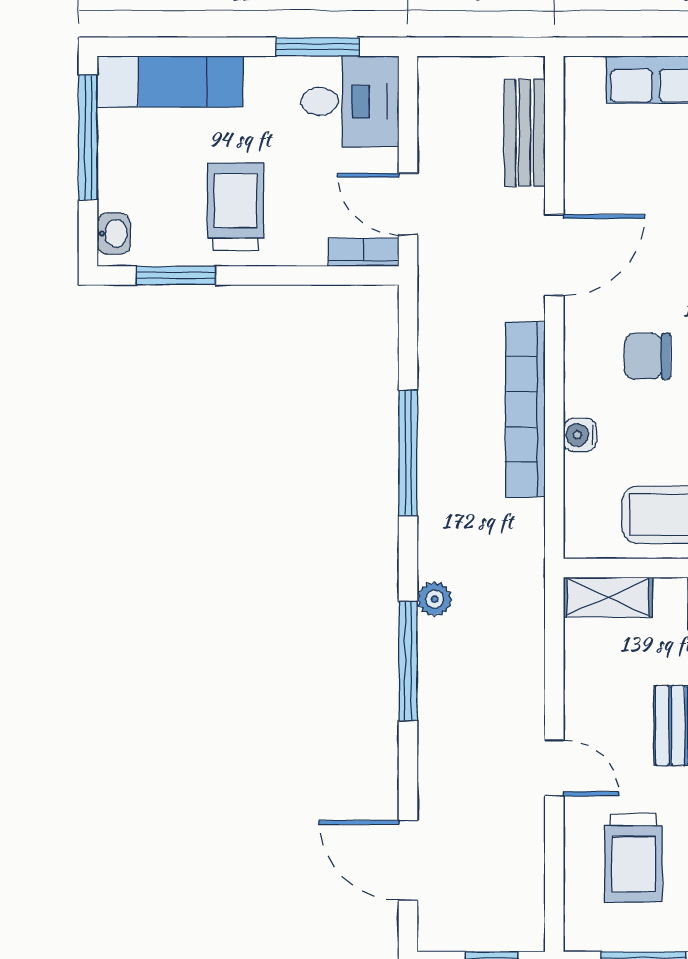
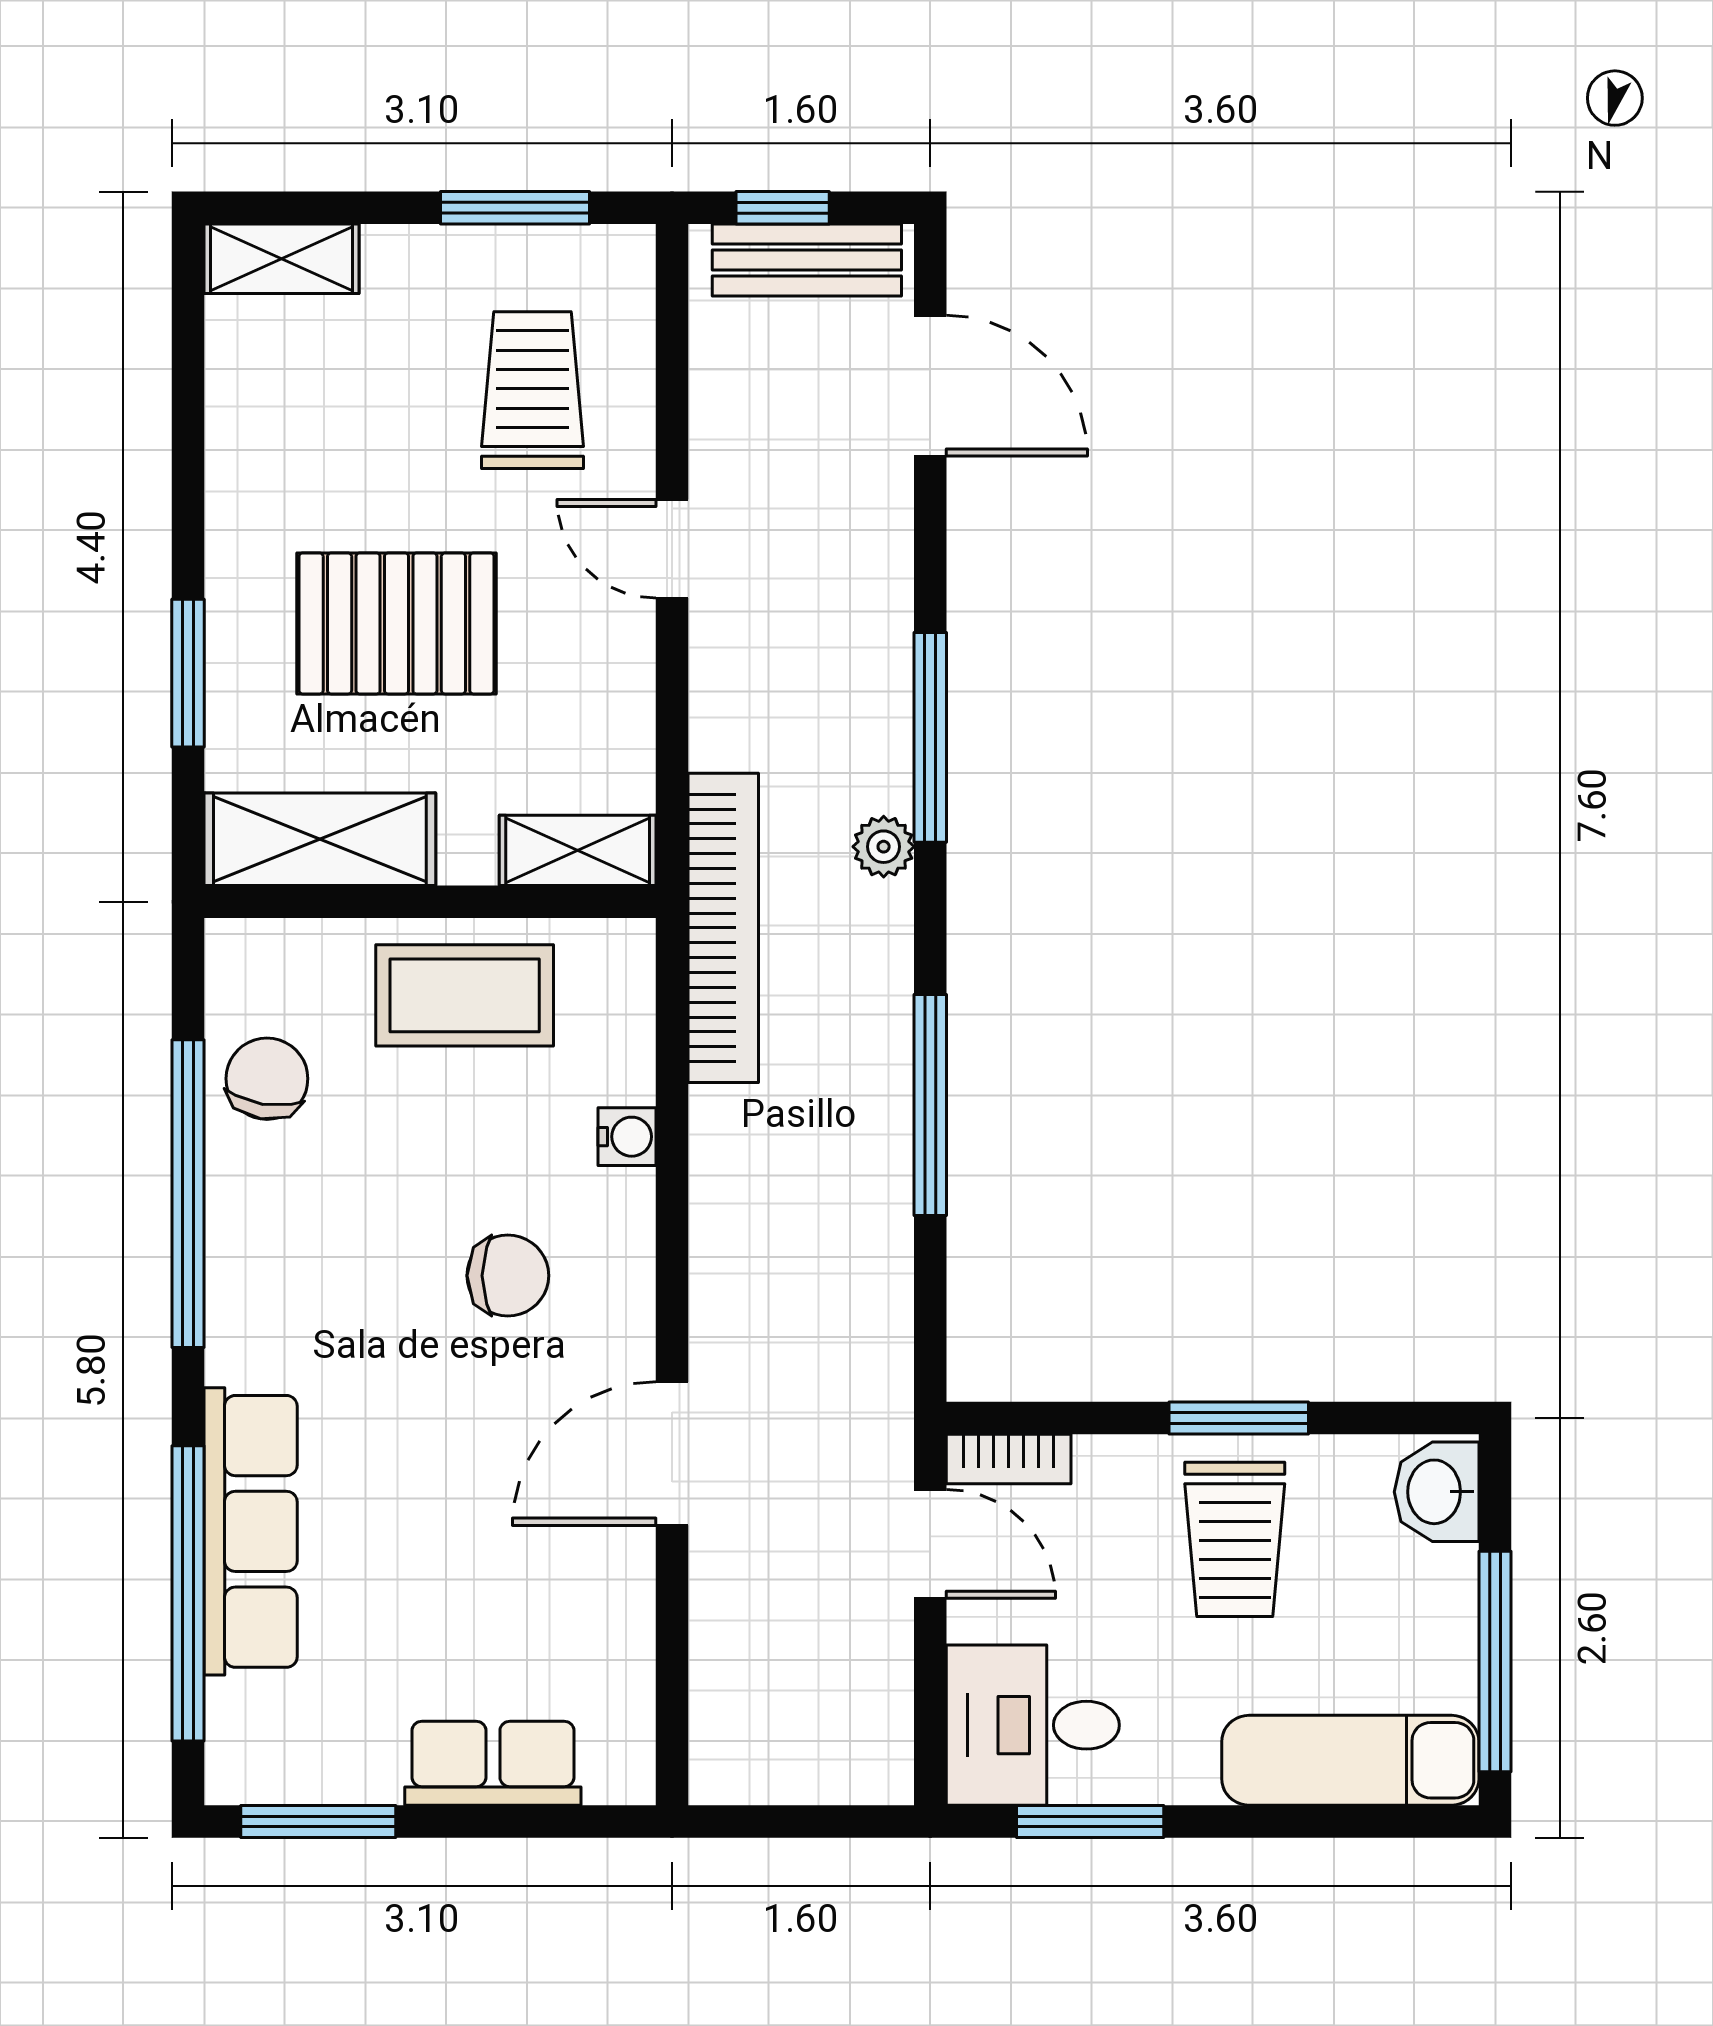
bench: (525, 133) -> (807, 260), moved, turned 90
washbasin: (114, 234) -> (1437, 1492), width x1.38, depth x1.45
window: (176, 275) -> (1239, 1418), moved
bookcase: (525, 409) -> (723, 928), moved

